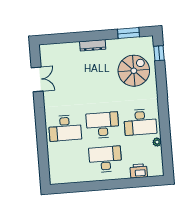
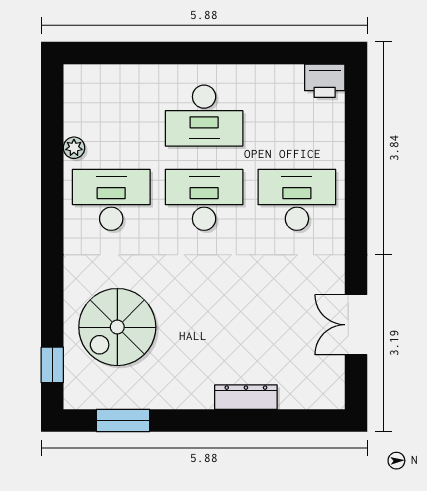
dresser: (93, 45) -> (246, 397), moved
desk: (103, 125) -> (204, 200), turned 180
printer: (139, 171) -> (325, 81), moved

